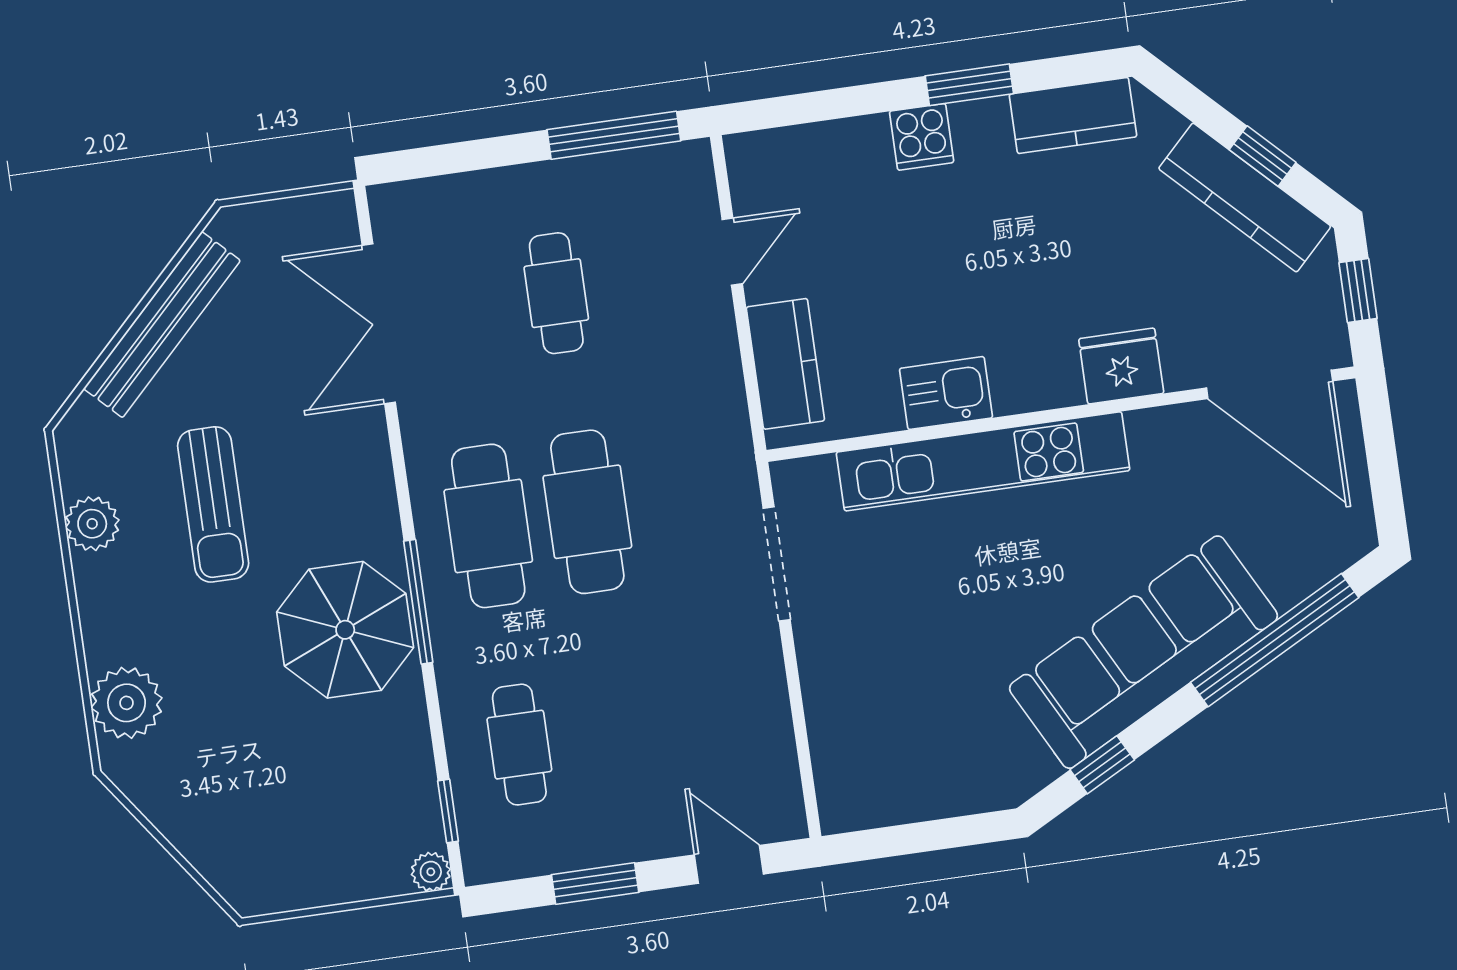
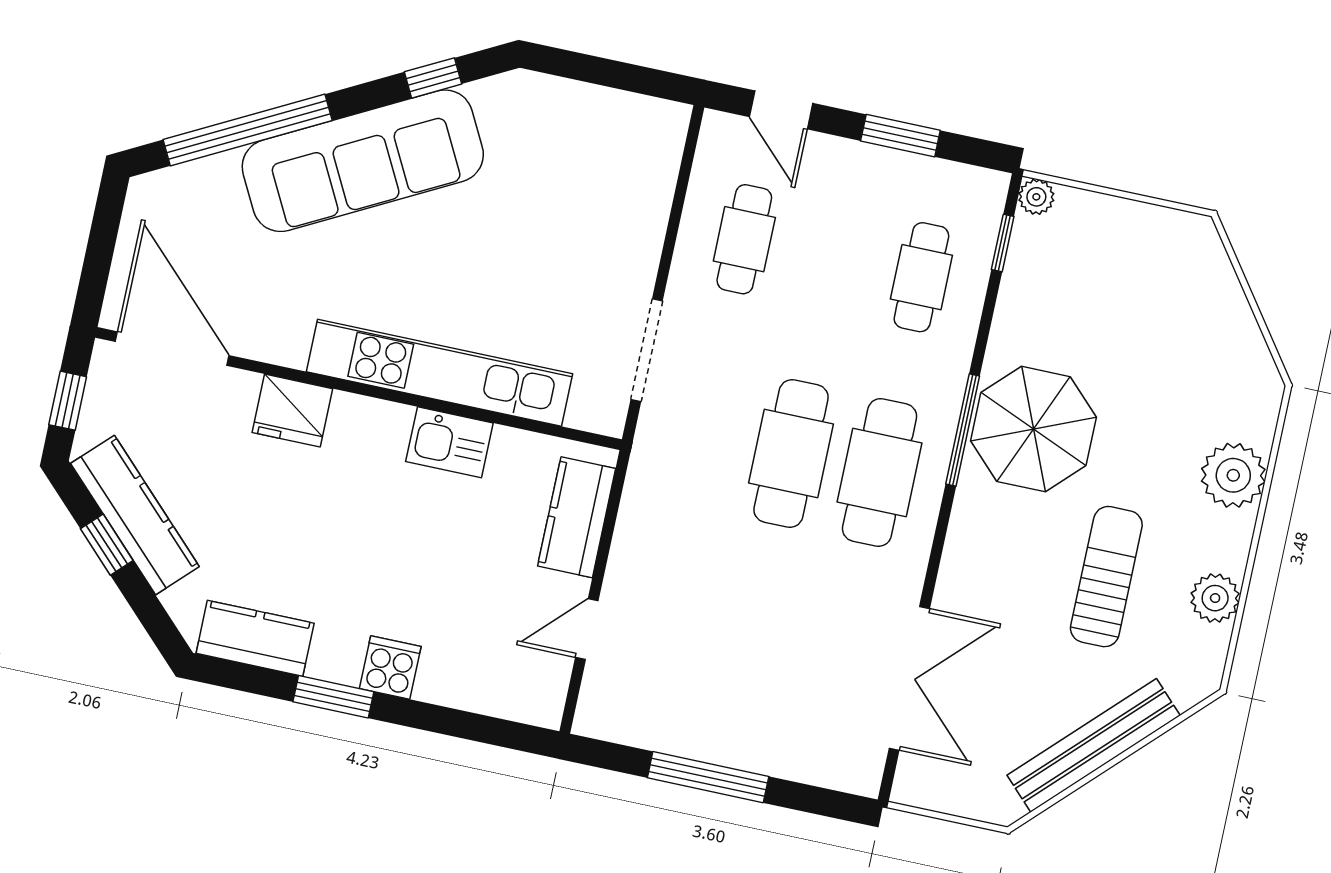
window: (614, 135) -> (708, 777), moved
cafe table: (556, 293) -> (744, 239), moved
plant: (127, 703) -> (1233, 475), moved

